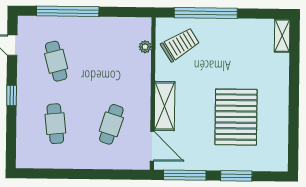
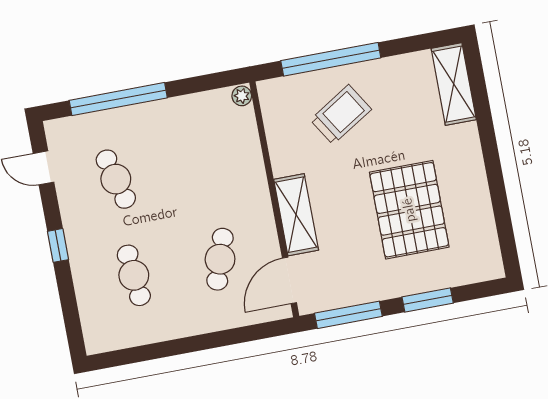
shelving: (282, 36) -> (454, 84), width x1.50, depth x1.33
trolley: (180, 45) -> (341, 115), moved
plant: (145, 47) -> (242, 96), moved
door: (152, 146) -> (289, 280), swing flipped

